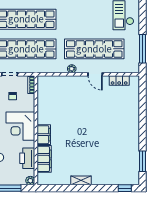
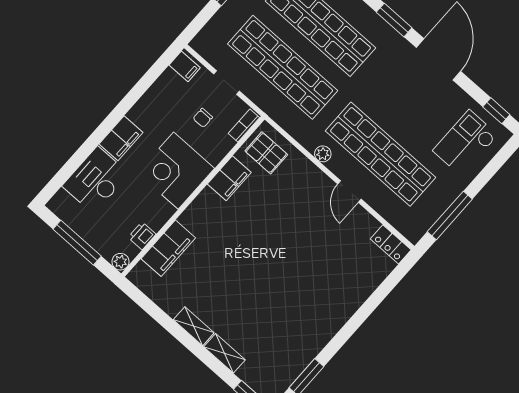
locker: (119, 80) -> (391, 244), moved
pallet: (49, 88) -> (266, 153), added
filing cabinet: (44, 135) -> (229, 178), moved
printer: (27, 158) -> (142, 236), width x0.53, depth x0.68
shelving: (102, 180) -> (225, 353), added

